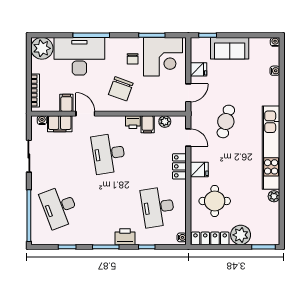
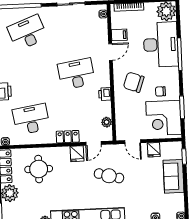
filing cabinet: (60, 124) -> (101, 30), removed
filing cabinet: (148, 124) -> (104, 107), removed
fridge: (199, 169) -> (77, 154), moved

